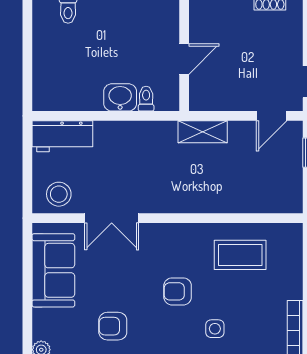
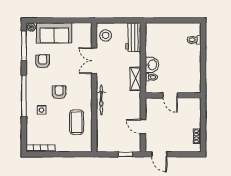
door: (272, 116) -> (143, 127), moved
shelving: (203, 132) -> (135, 79), moved
bicycle: (194, 203) -> (101, 100), added
sofa: (53, 270) -> (54, 33), moved

